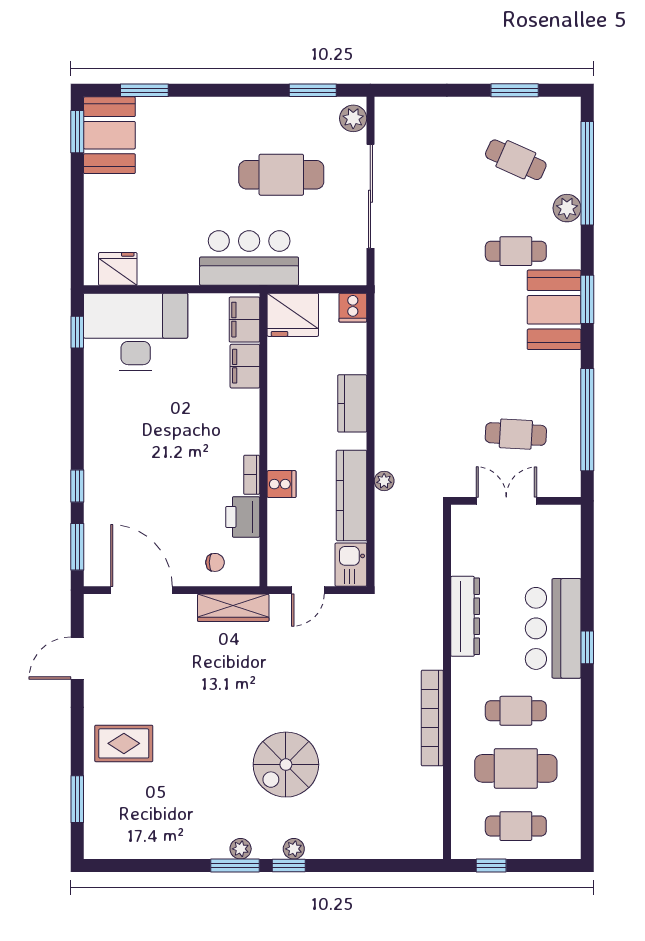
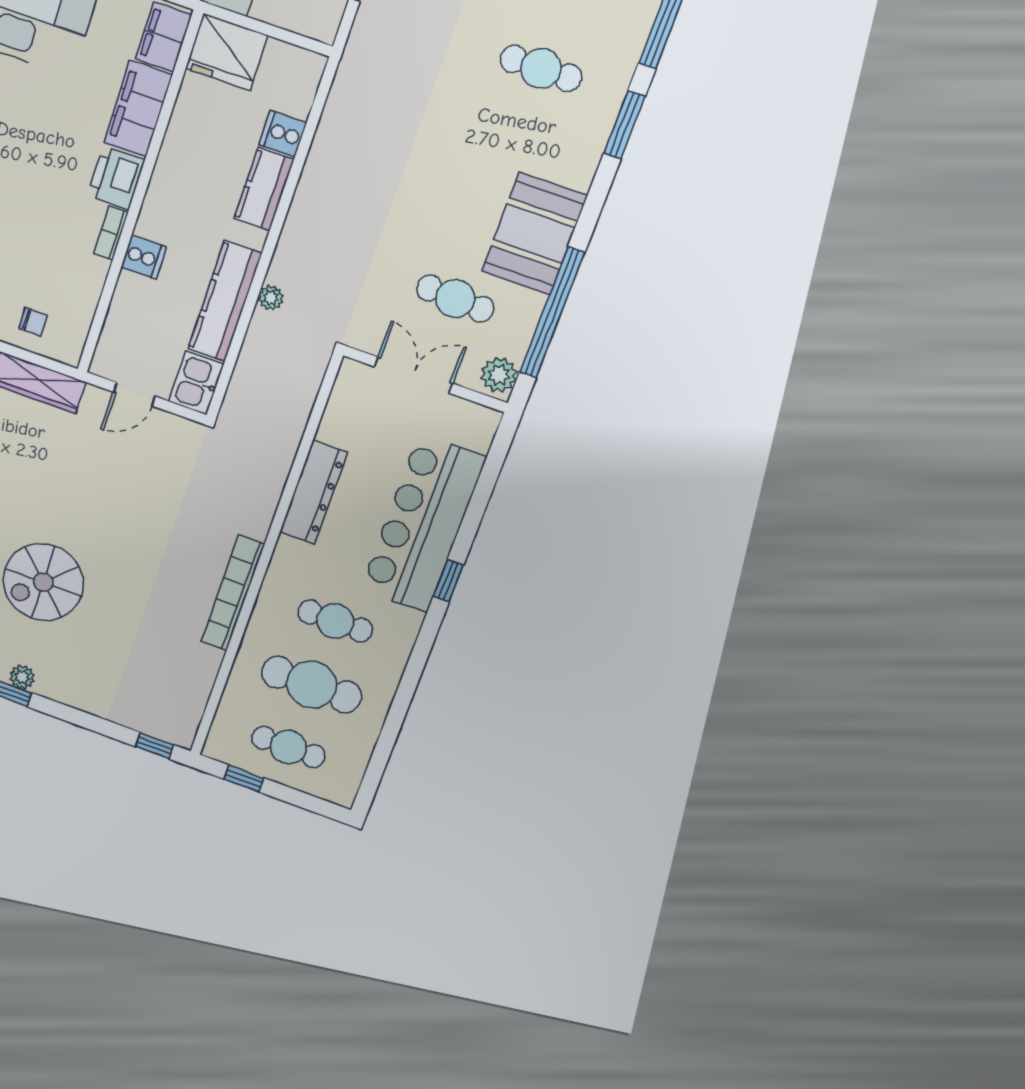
plant: (567, 208) -> (499, 375), moved
window: (587, 299) -> (624, 125), moved
cooker: (353, 308) -> (283, 134), moved, turned 90
booth: (554, 310) -> (534, 234), moved
filing cabinet: (245, 366) -> (138, 109), width x1.50, depth x1.17
printer: (243, 517) -> (116, 178), moved
bar counter: (553, 628) -> (423, 523), width x1.36
window: (414, 866) -> (155, 746), added

